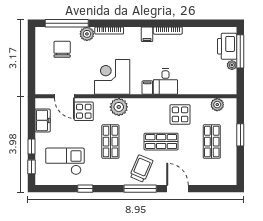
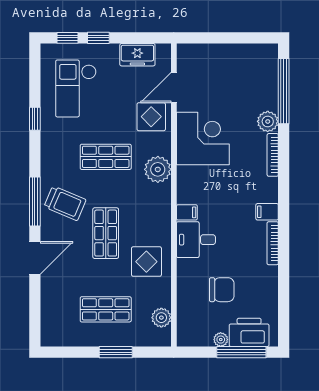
chair: (62, 49) -> (222, 290), moved
corner desk: (112, 77) -> (203, 139), moved
checkout: (65, 161) -> (76, 88), turned 180

